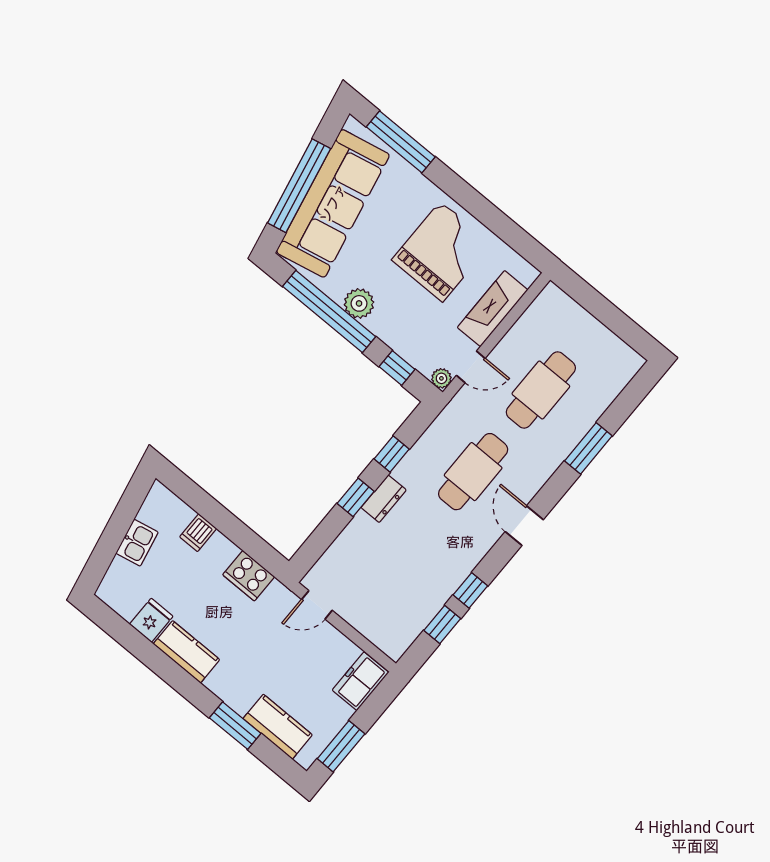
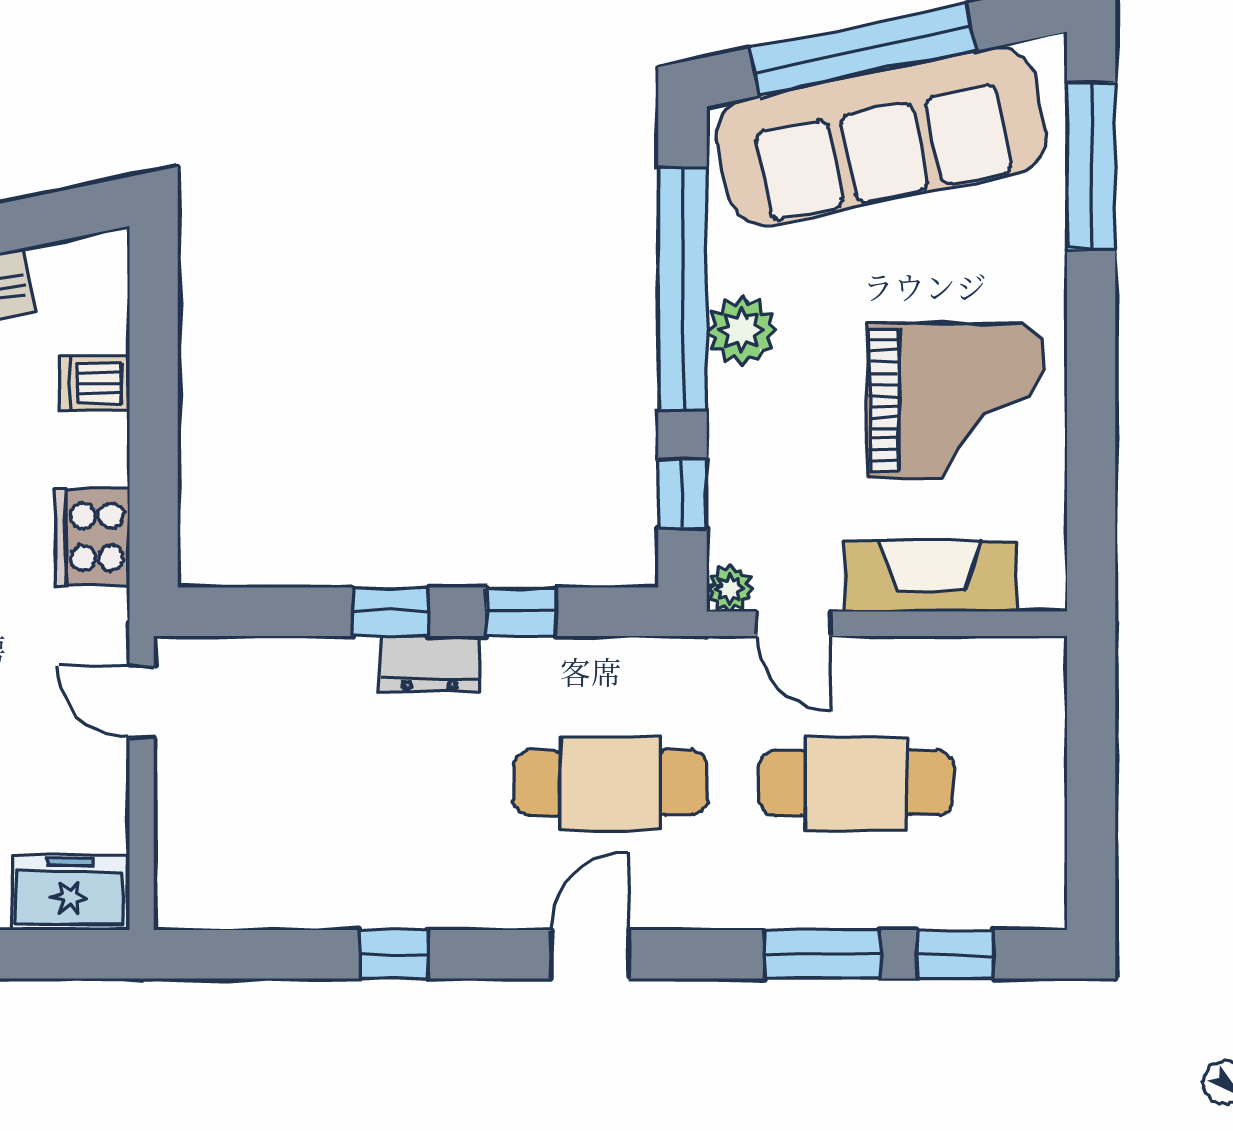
window: (442, 624) -> (955, 954), moved

